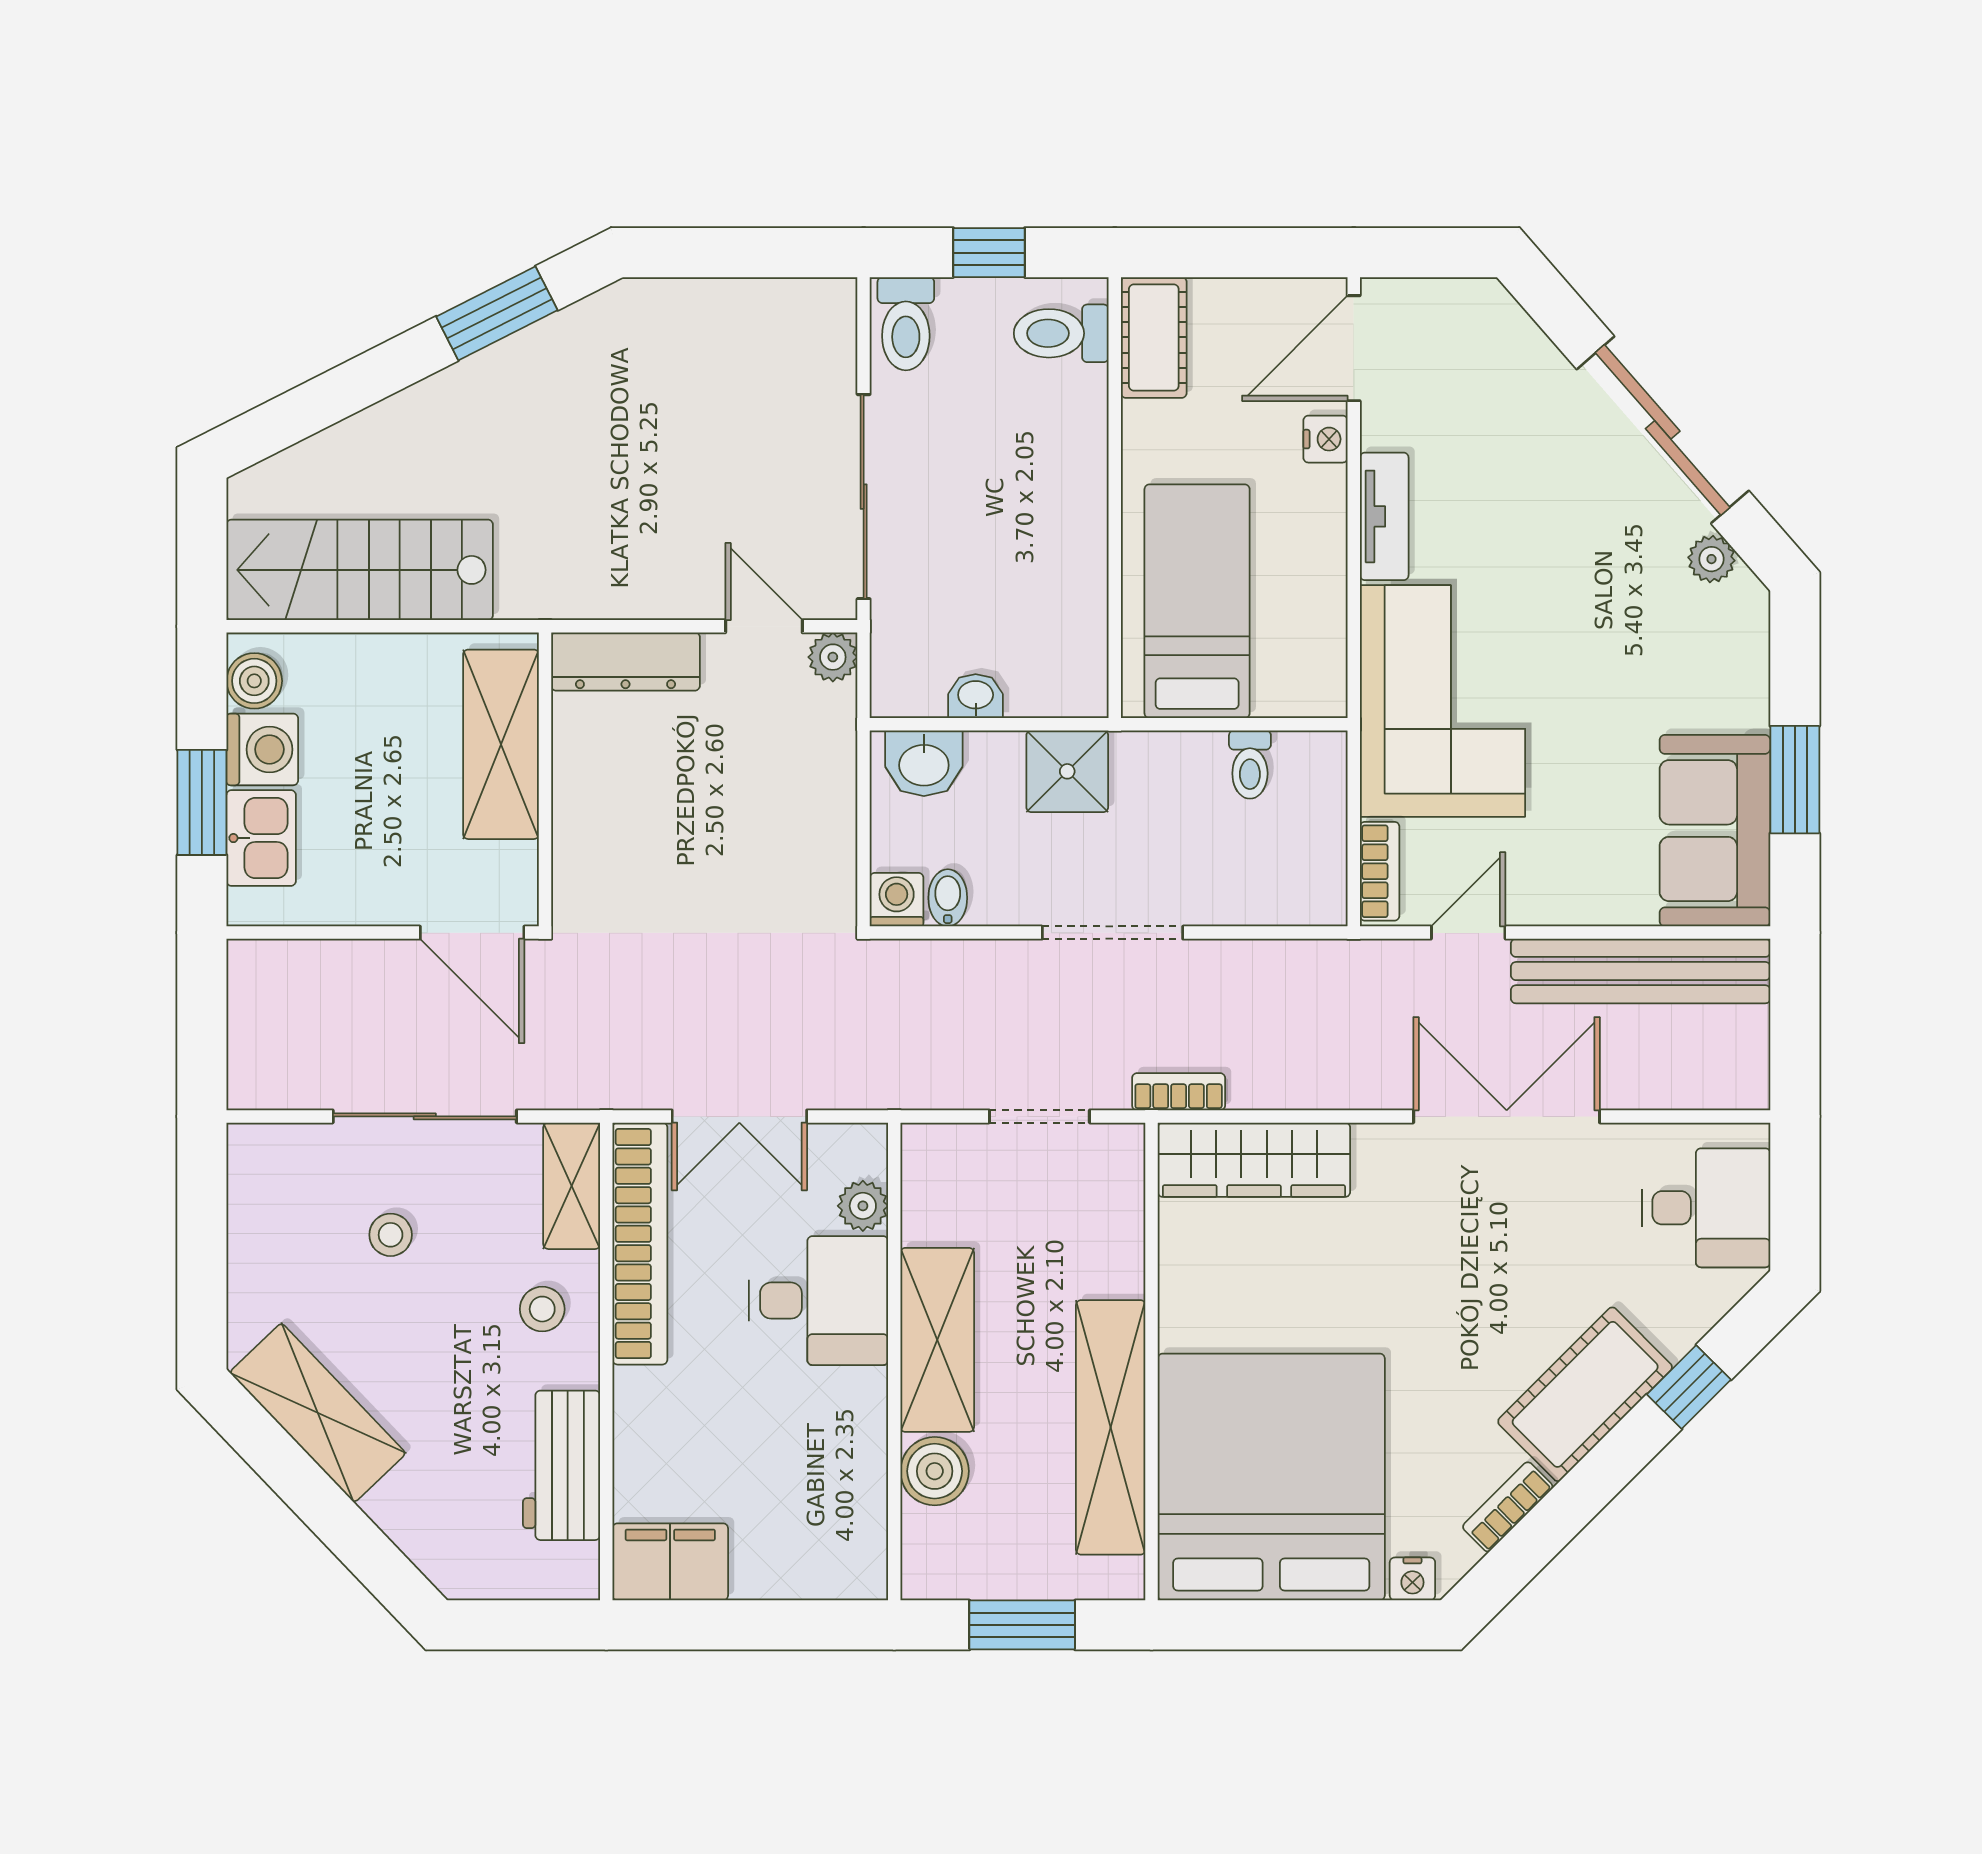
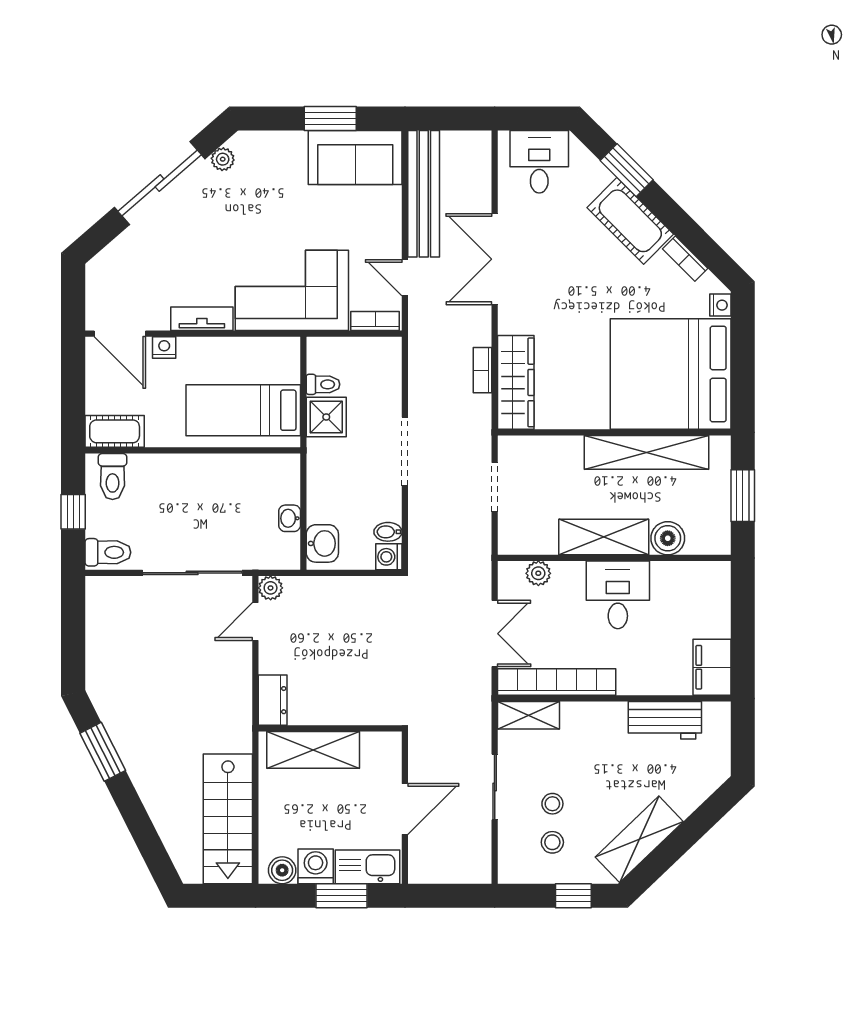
dresser: (625, 662) -> (273, 700), width x0.70
shower: (1067, 771) -> (326, 417), moved
kitchen sink: (261, 838) -> (368, 867), width x1.38
door: (472, 933) -> (405, 809), moved
bookcase: (1179, 1092) -> (483, 370), moved
sliding door: (425, 1116) -> (495, 787), width x0.73
window: (202, 1278) -> (573, 896), added
desk: (819, 1301) -> (618, 595), moved
stool: (542, 1309) -> (552, 842), moved
window: (1689, 1387) -> (627, 170), width x1.50

